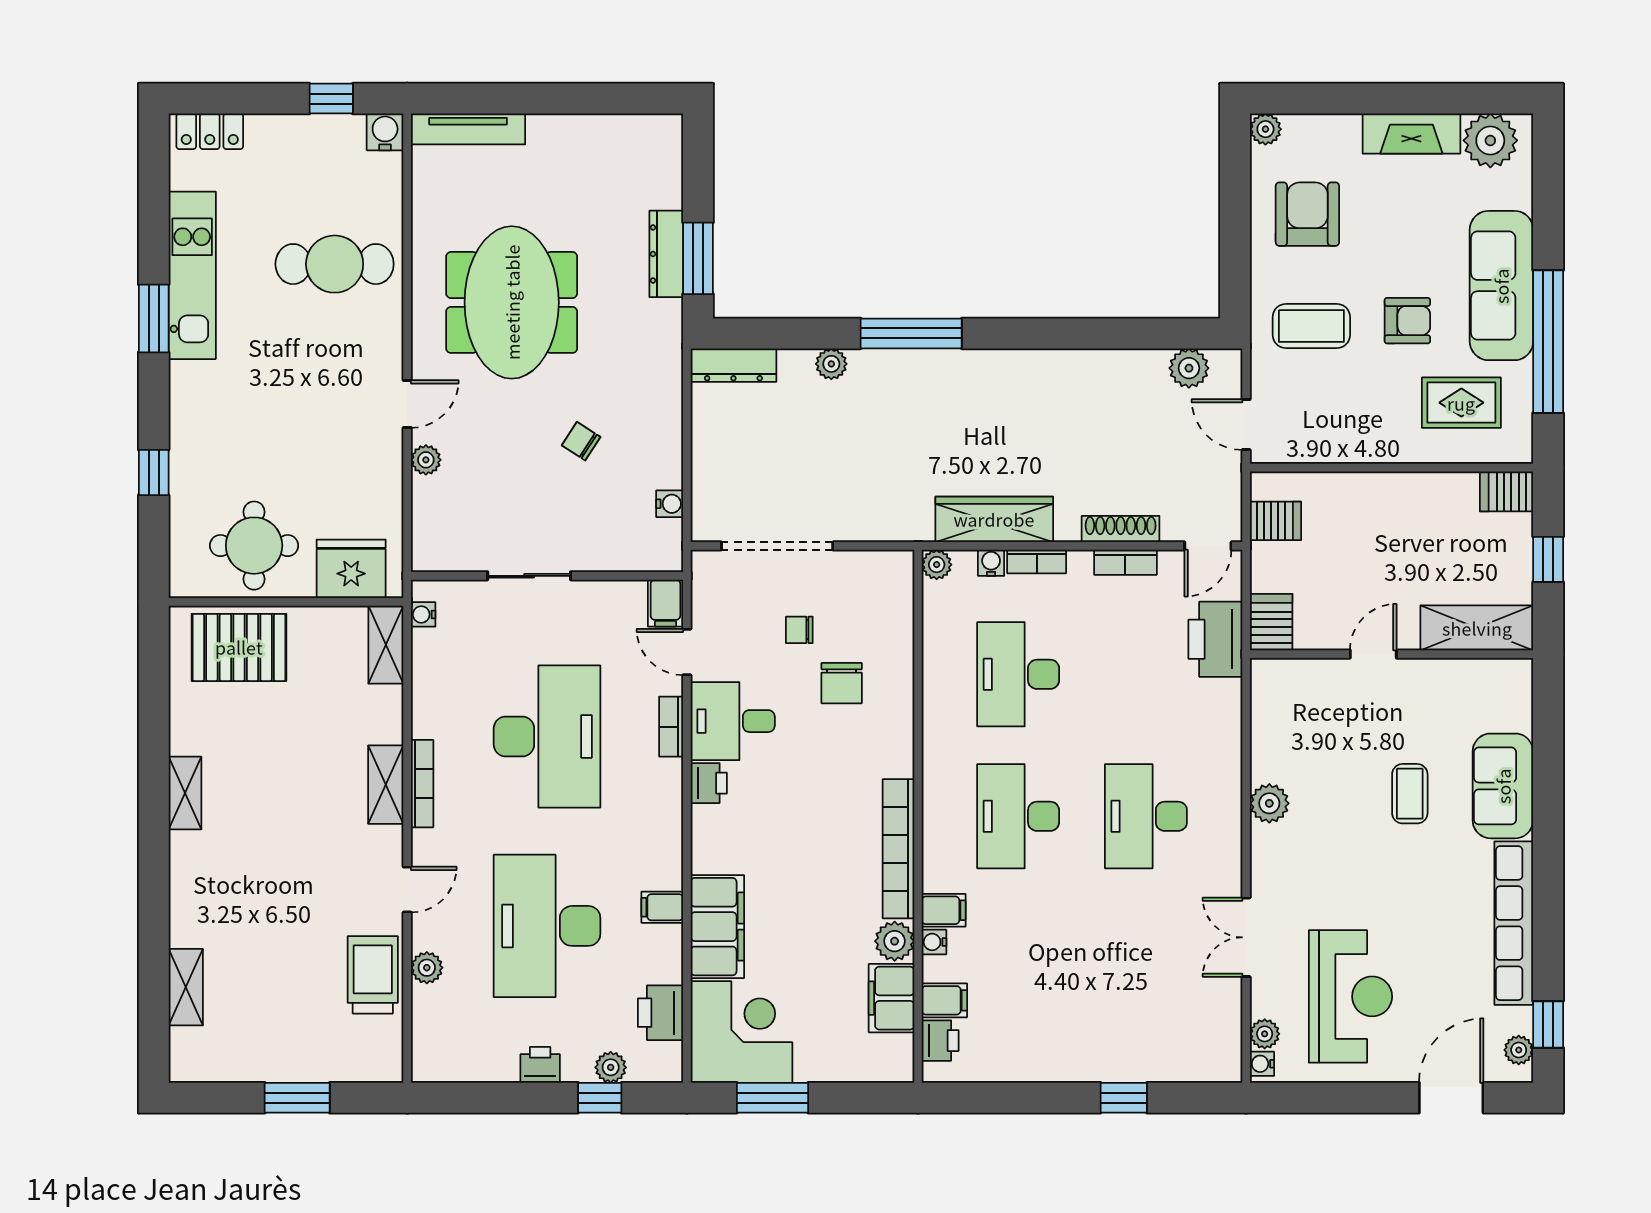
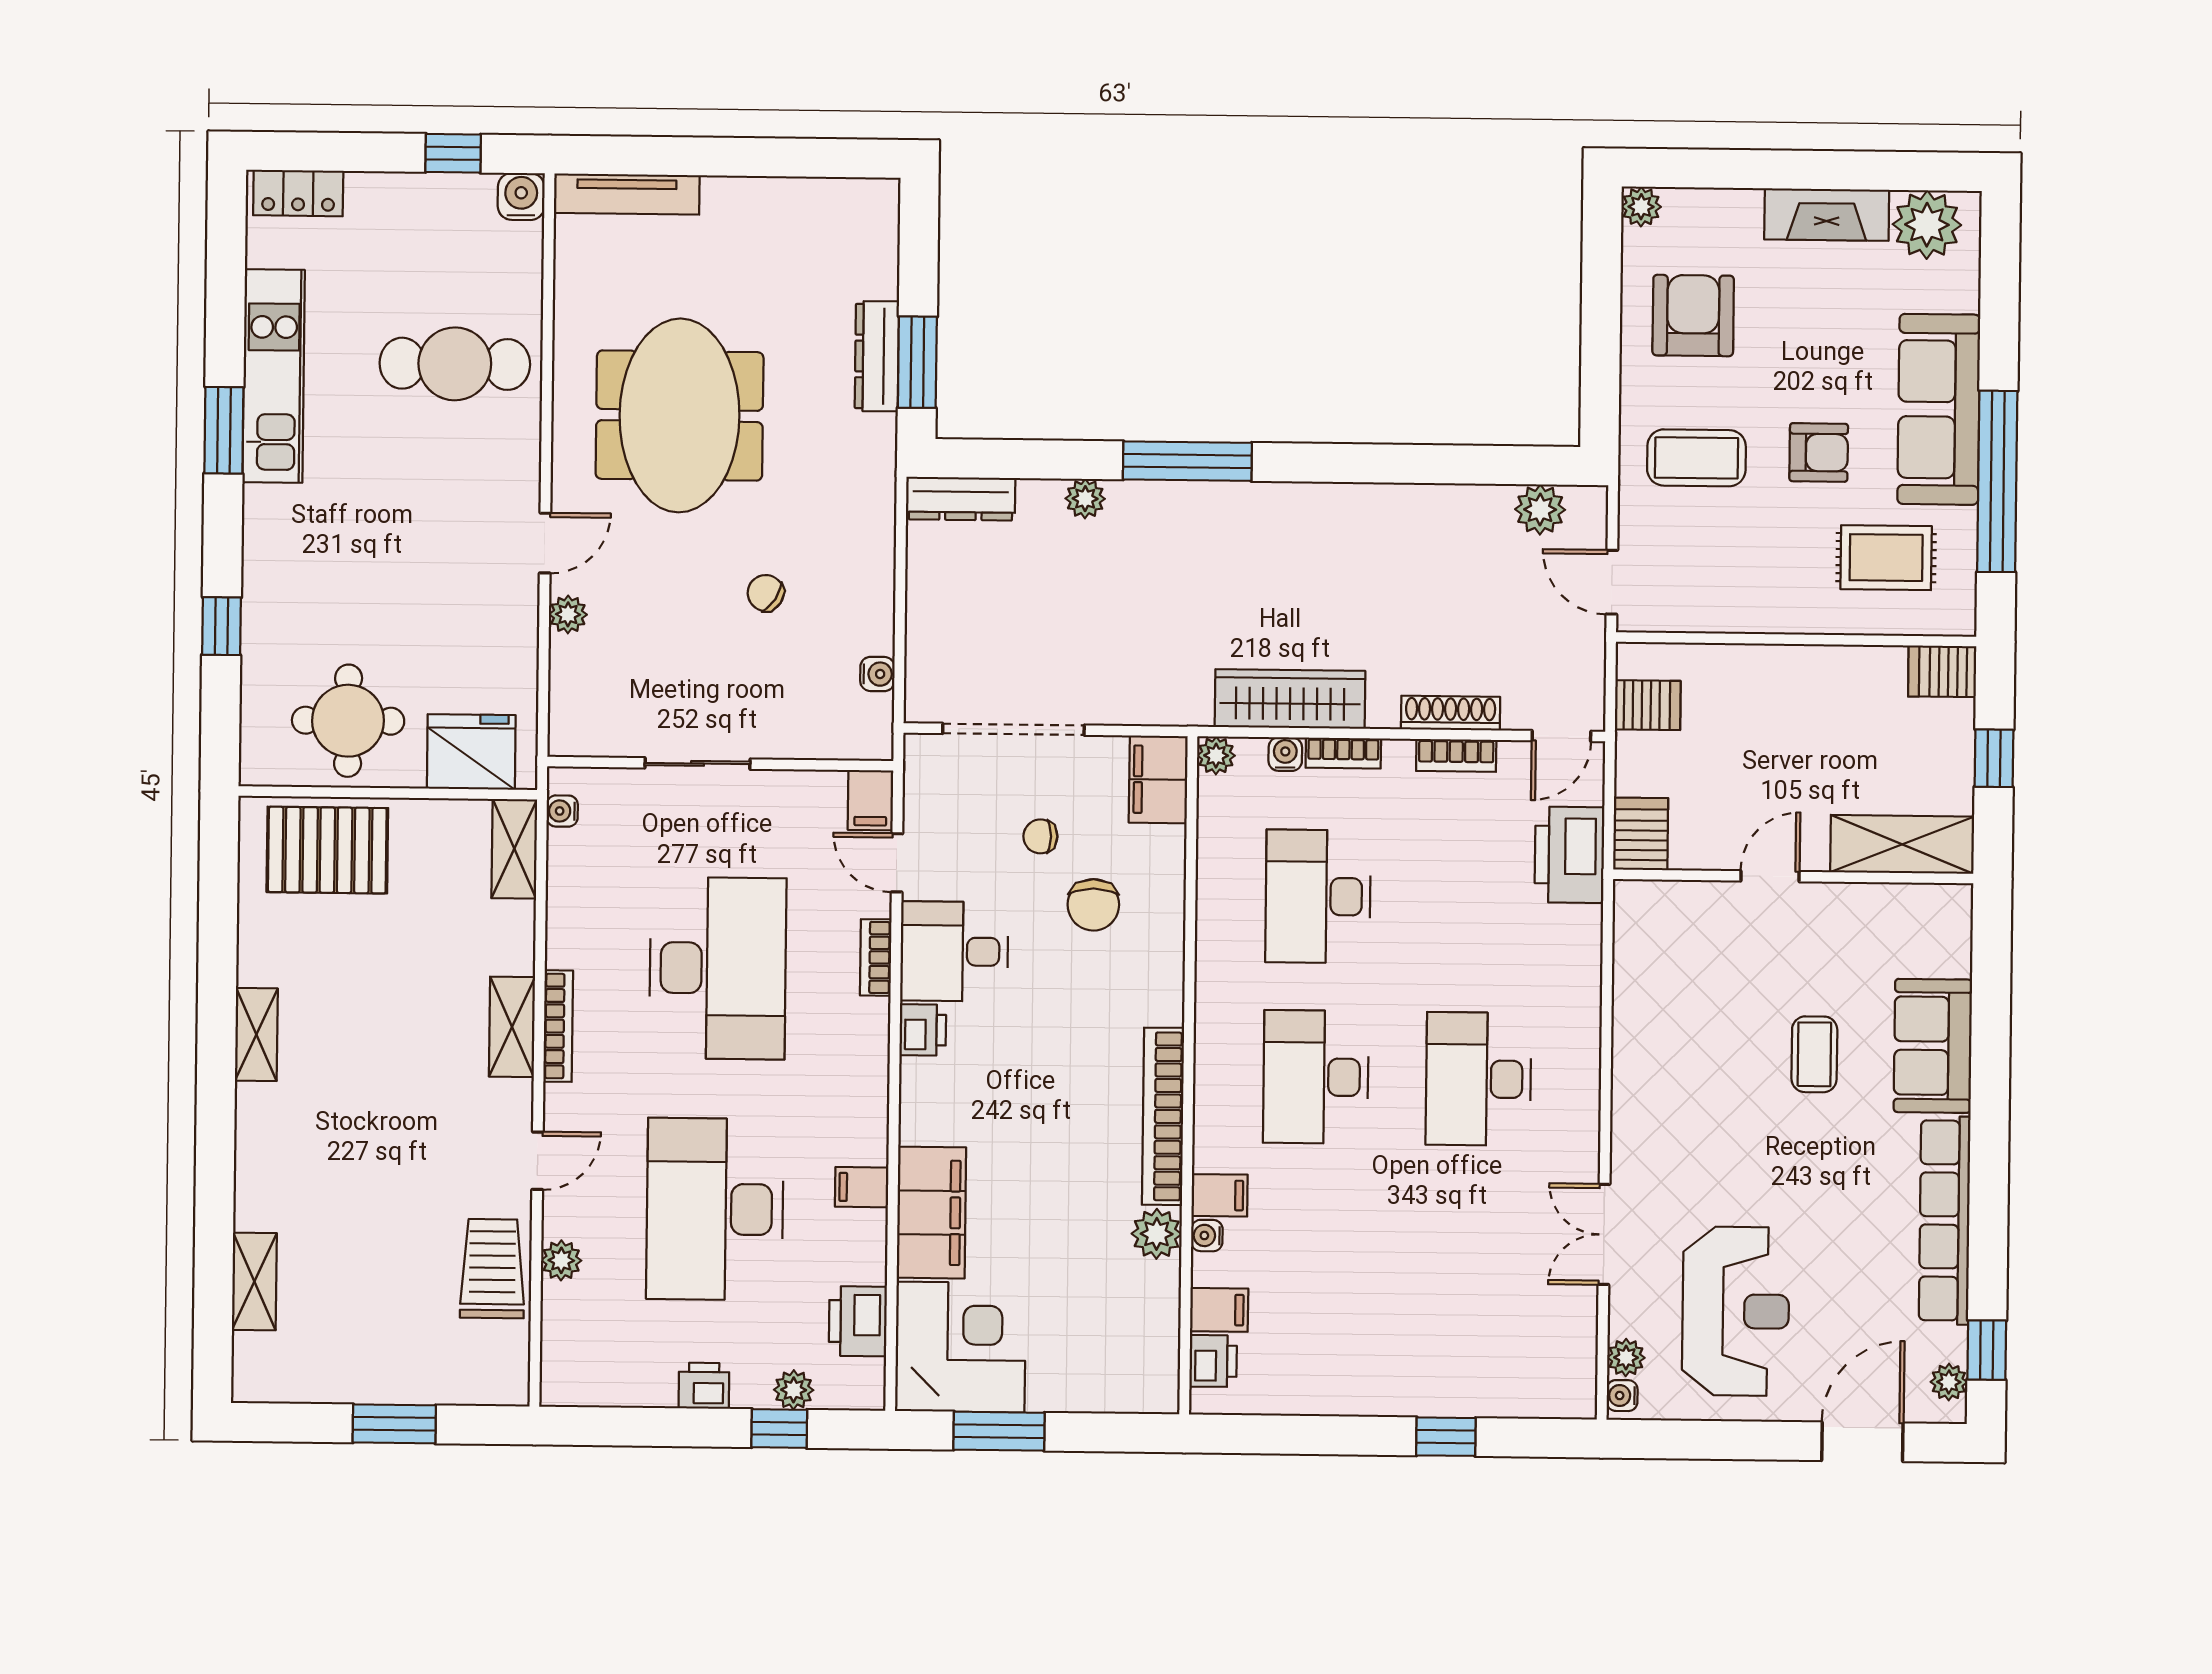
plant: (1269, 803) -> (1635, 1064), removed
filing cabinet: (891, 998) -> (1158, 779), moved

